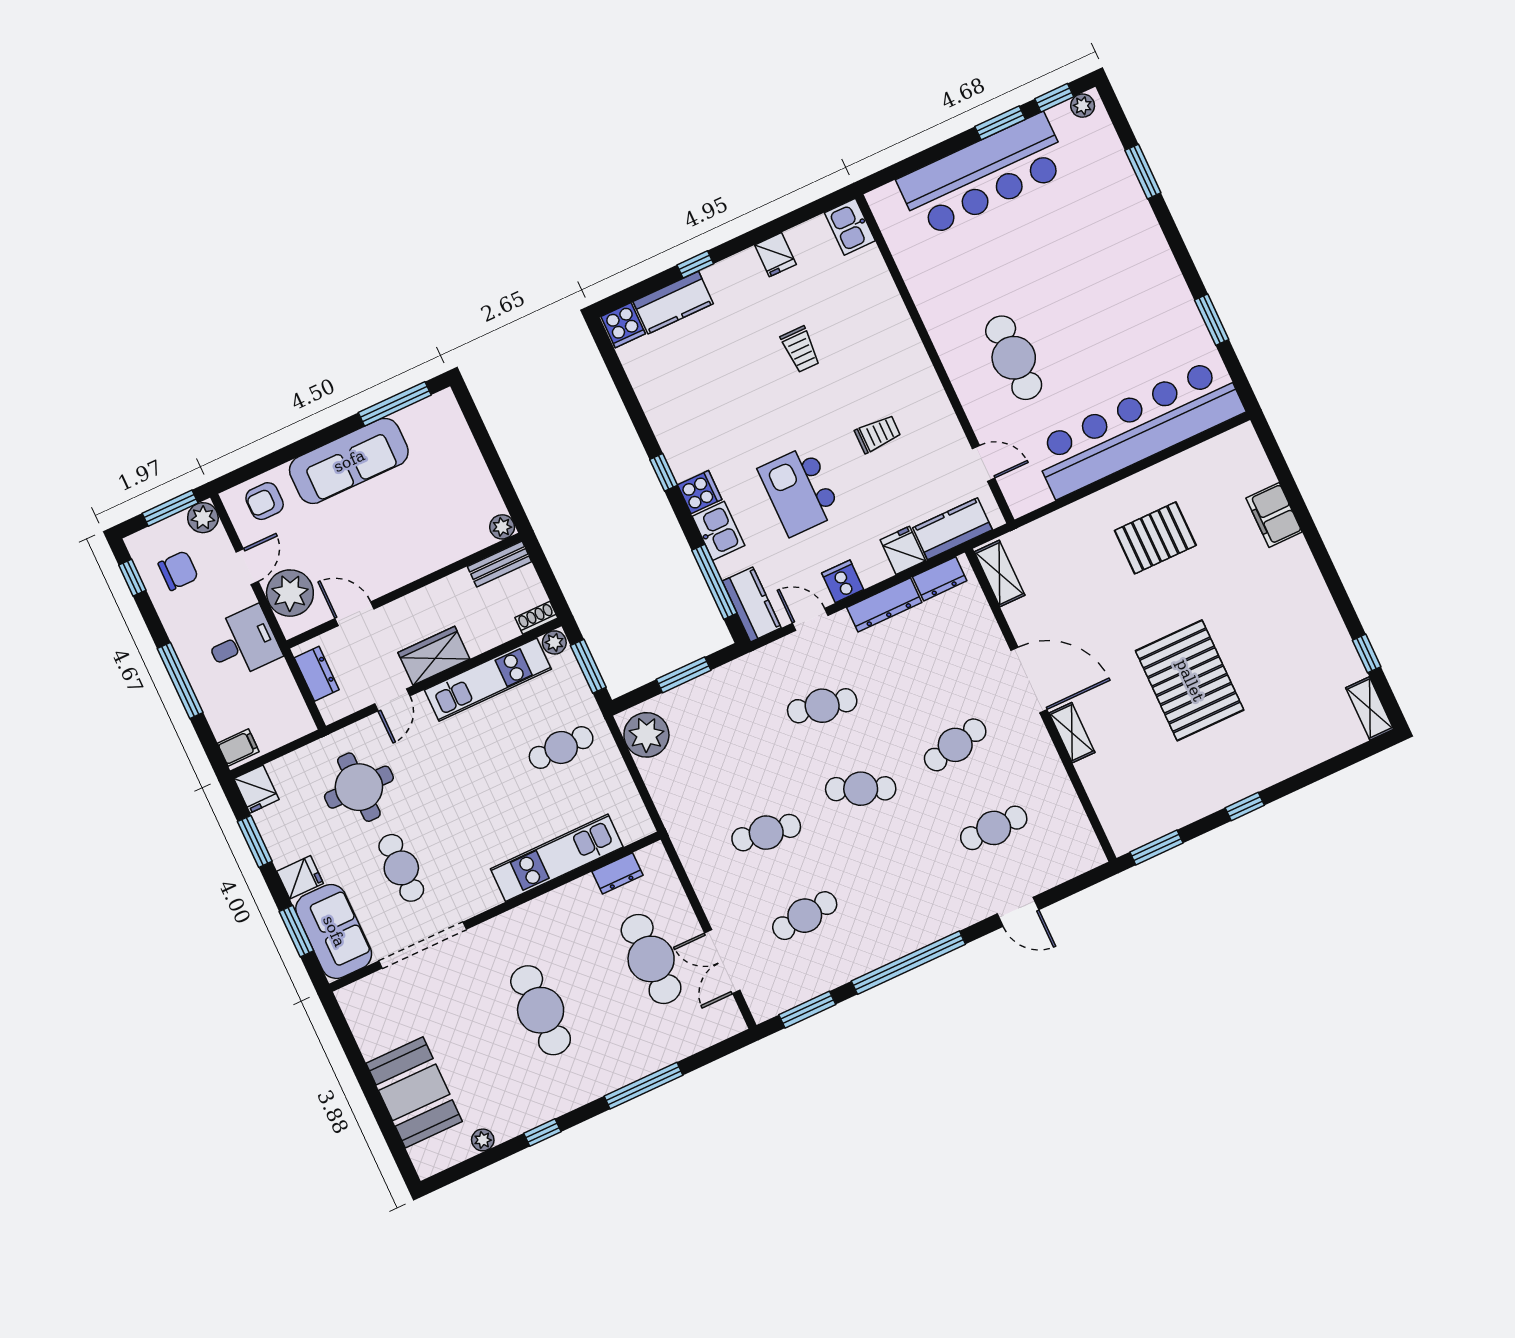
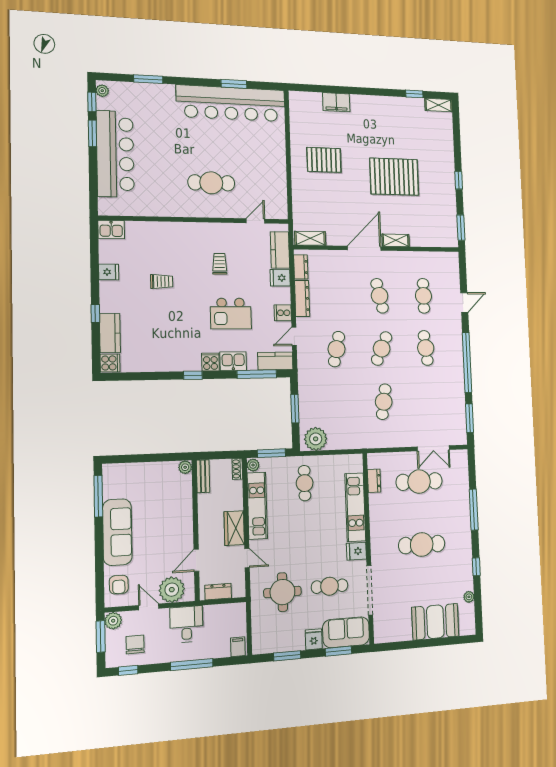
bar counter: (1138, 428) -> (231, 103), moved, turned -90
pallet: (1155, 538) -> (324, 160), turned 90
fridge: (256, 789) -> (356, 551), moved, turned 180
cafe table: (805, 916) -> (426, 348), moved

